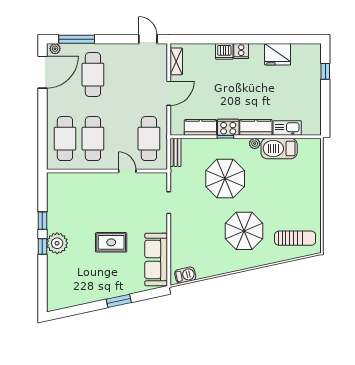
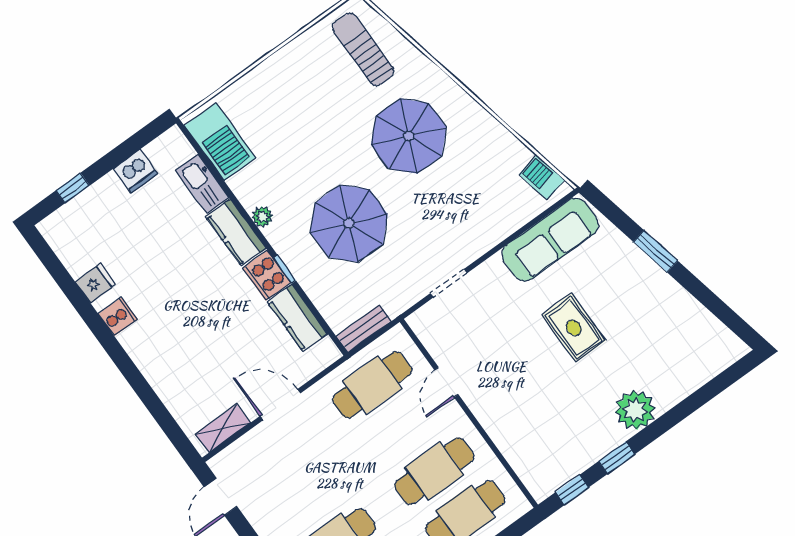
dishwasher: (224, 51) -> (135, 171), moved, turned 90
cooker: (241, 51) -> (118, 317), moved
fridge: (278, 54) -> (95, 283), width x0.53, depth x0.75
barbecue: (279, 149) -> (220, 142), moved
window: (42, 247) -> (572, 490), moved

